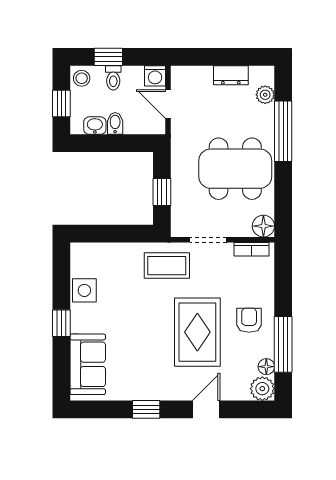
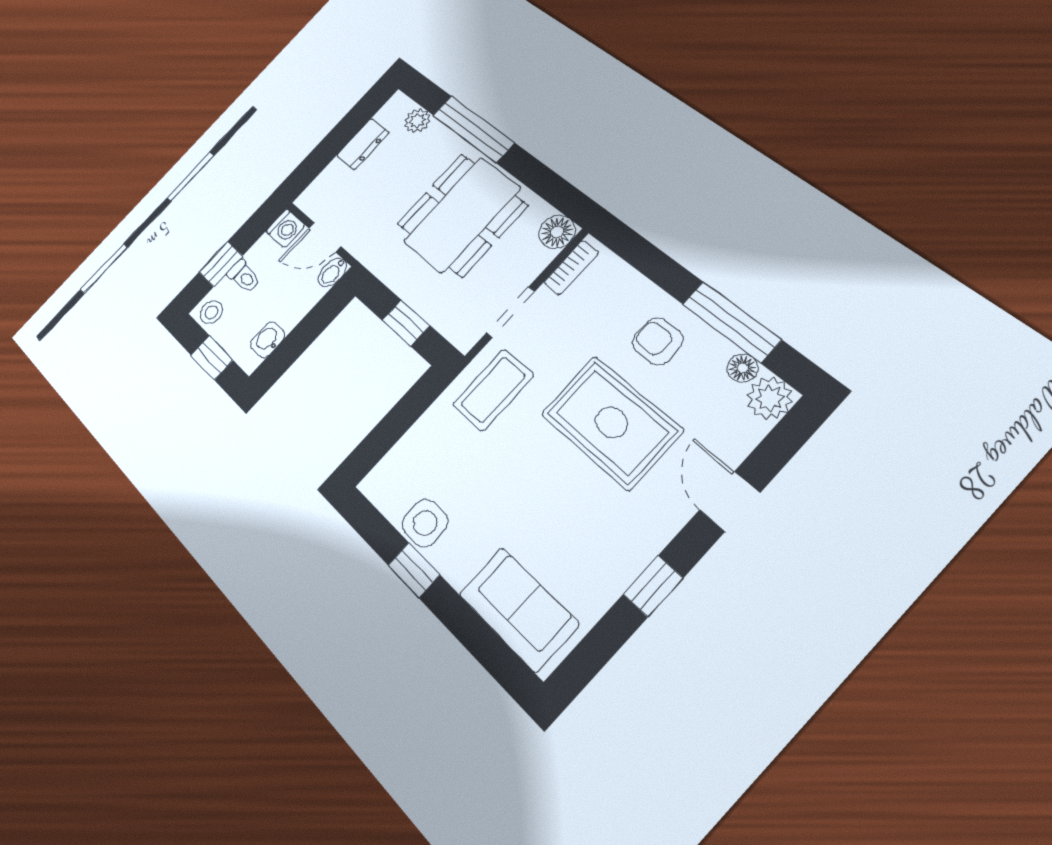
bidet: (115, 123) -> (332, 272), moved, turned -90
window: (61, 323) -> (414, 570), moved

